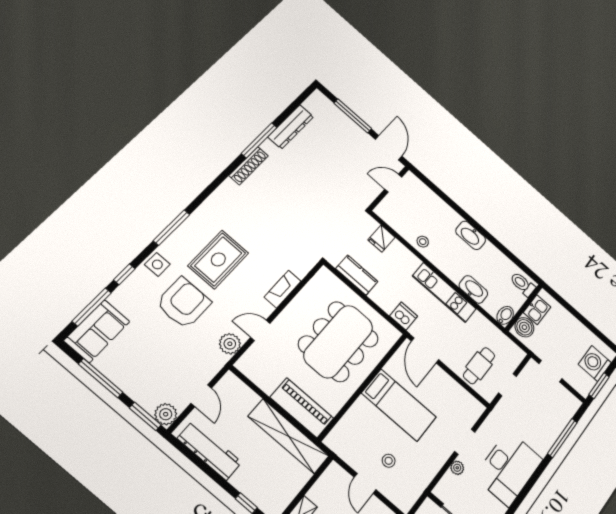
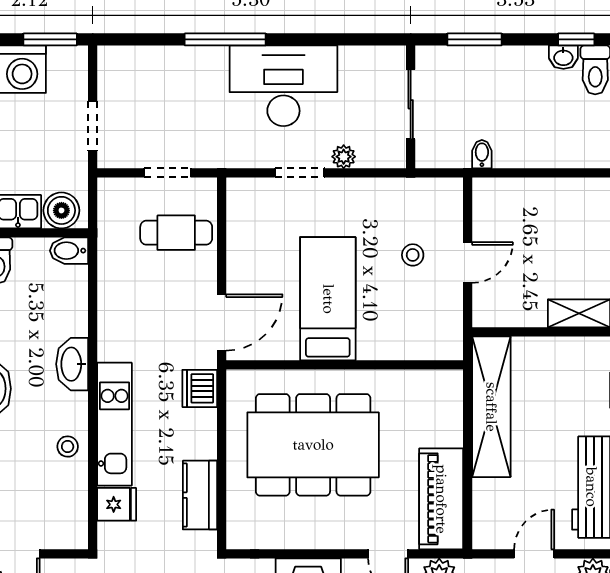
washbasin: (473, 289) -> (72, 364), moved
kitchen unit: (444, 292) -> (115, 424), moved
piano: (302, 408) -> (441, 499), moved
window: (562, 438) -> (225, 39), moved

